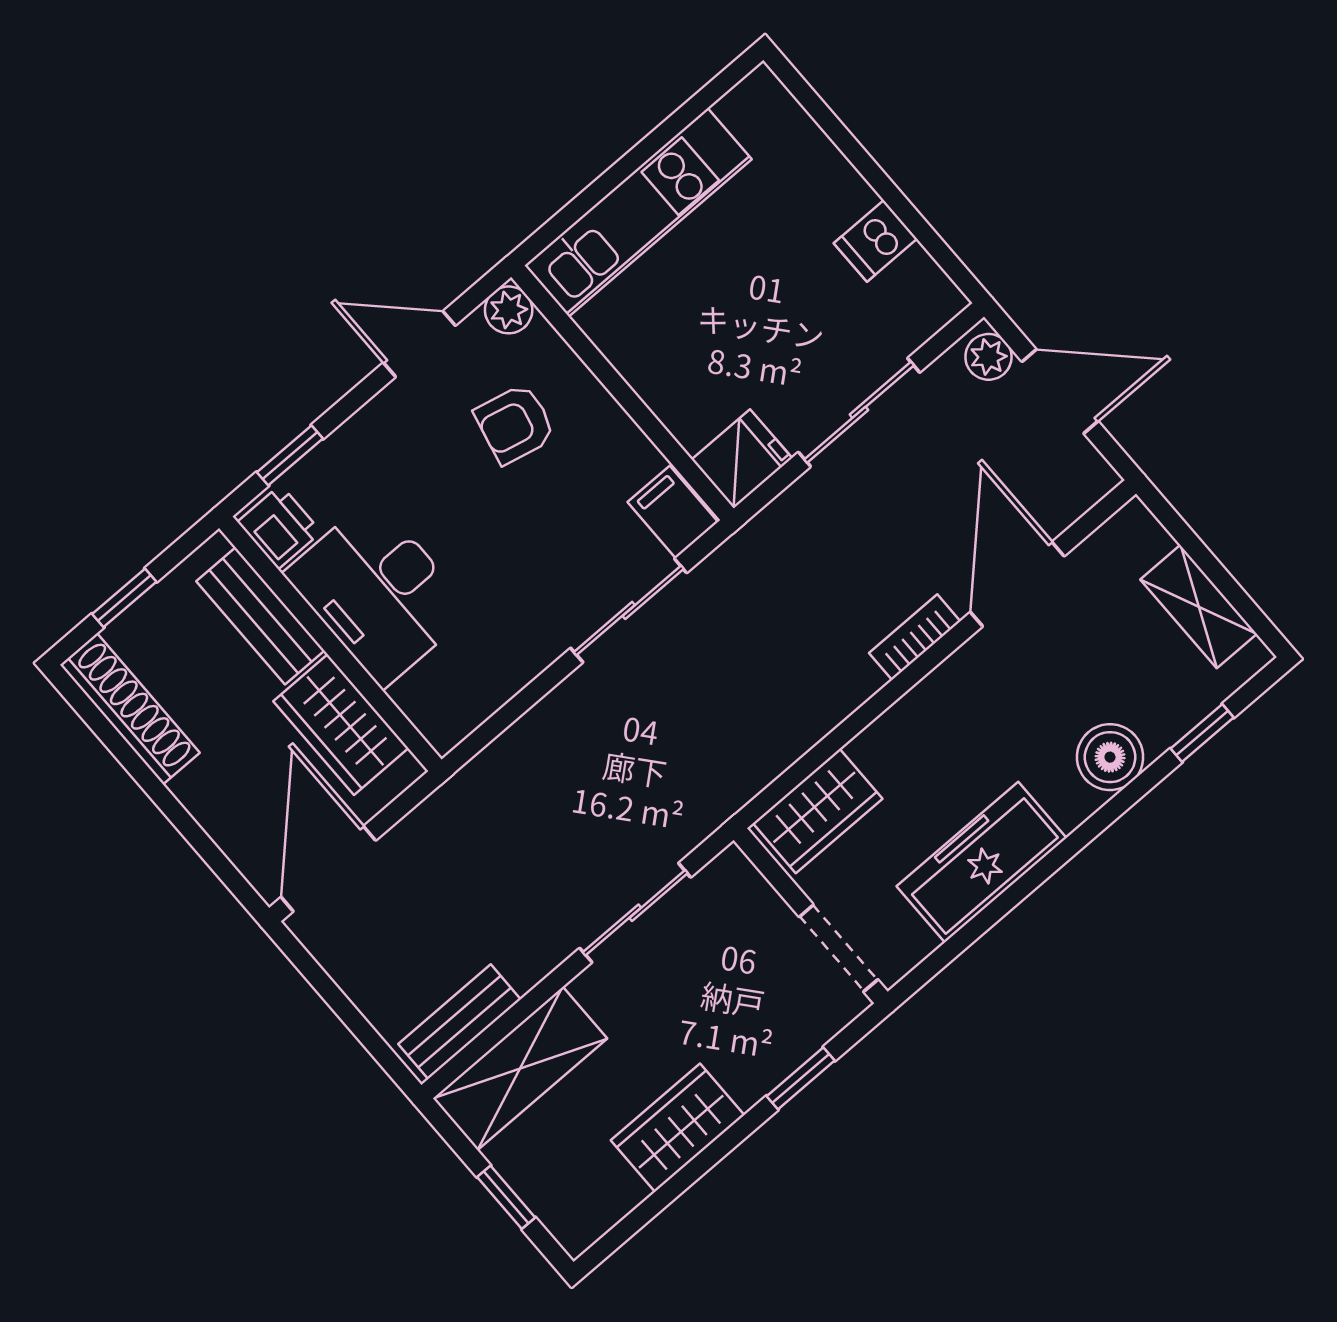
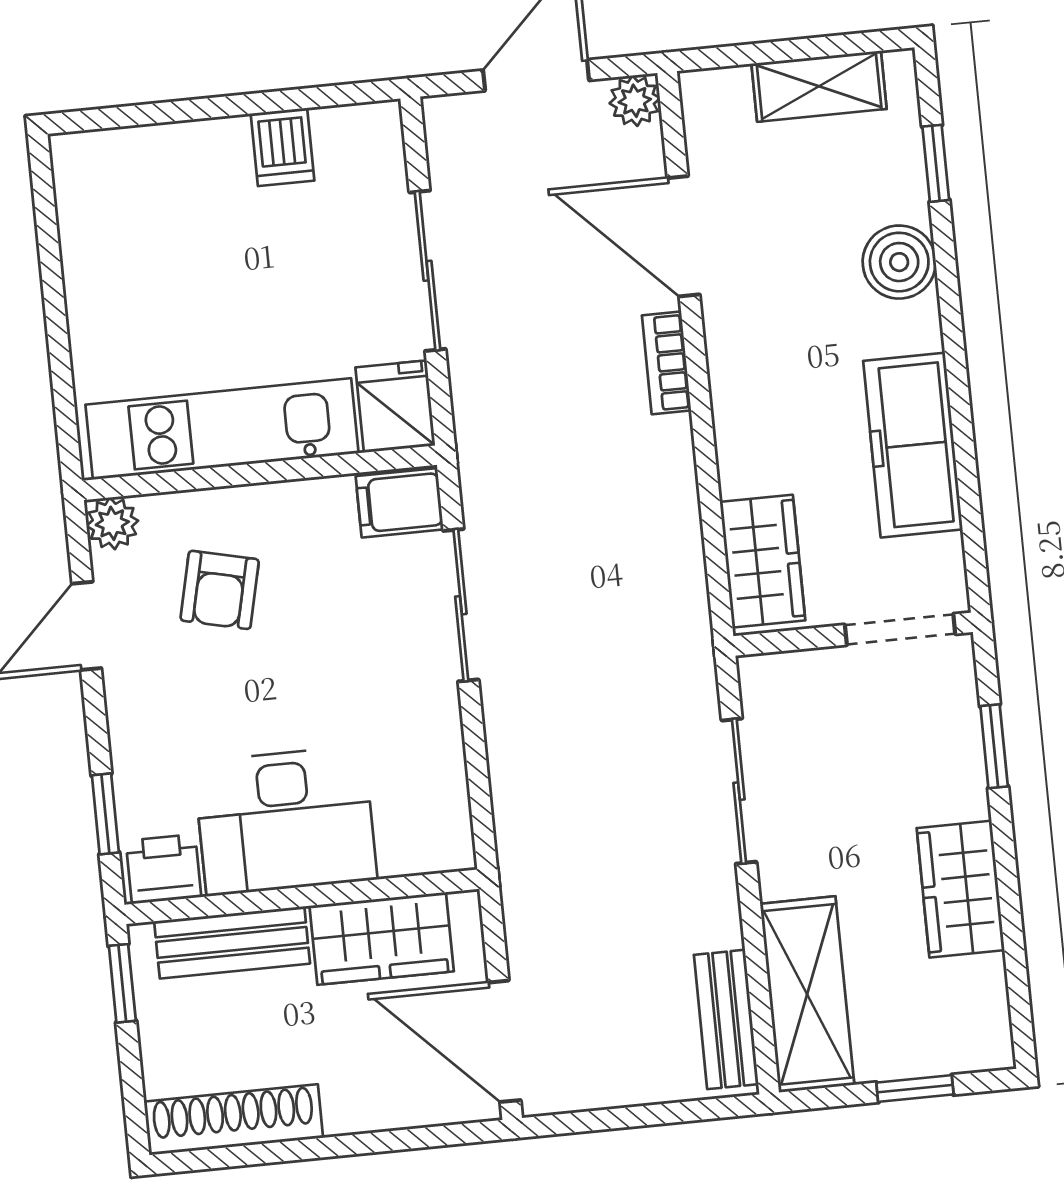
kitchen unit: (638, 212) -> (222, 429), moved, turned -90
plant: (988, 357) -> (635, 101), moved
window: (124, 598) -> (122, 983), moved

